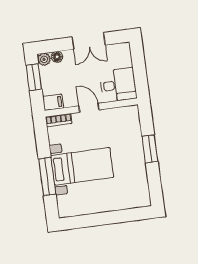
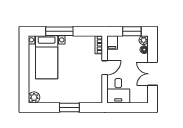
bed with nightstands: (82, 166) -> (47, 57), moved
plant: (143, 199) -> (34, 97), added

